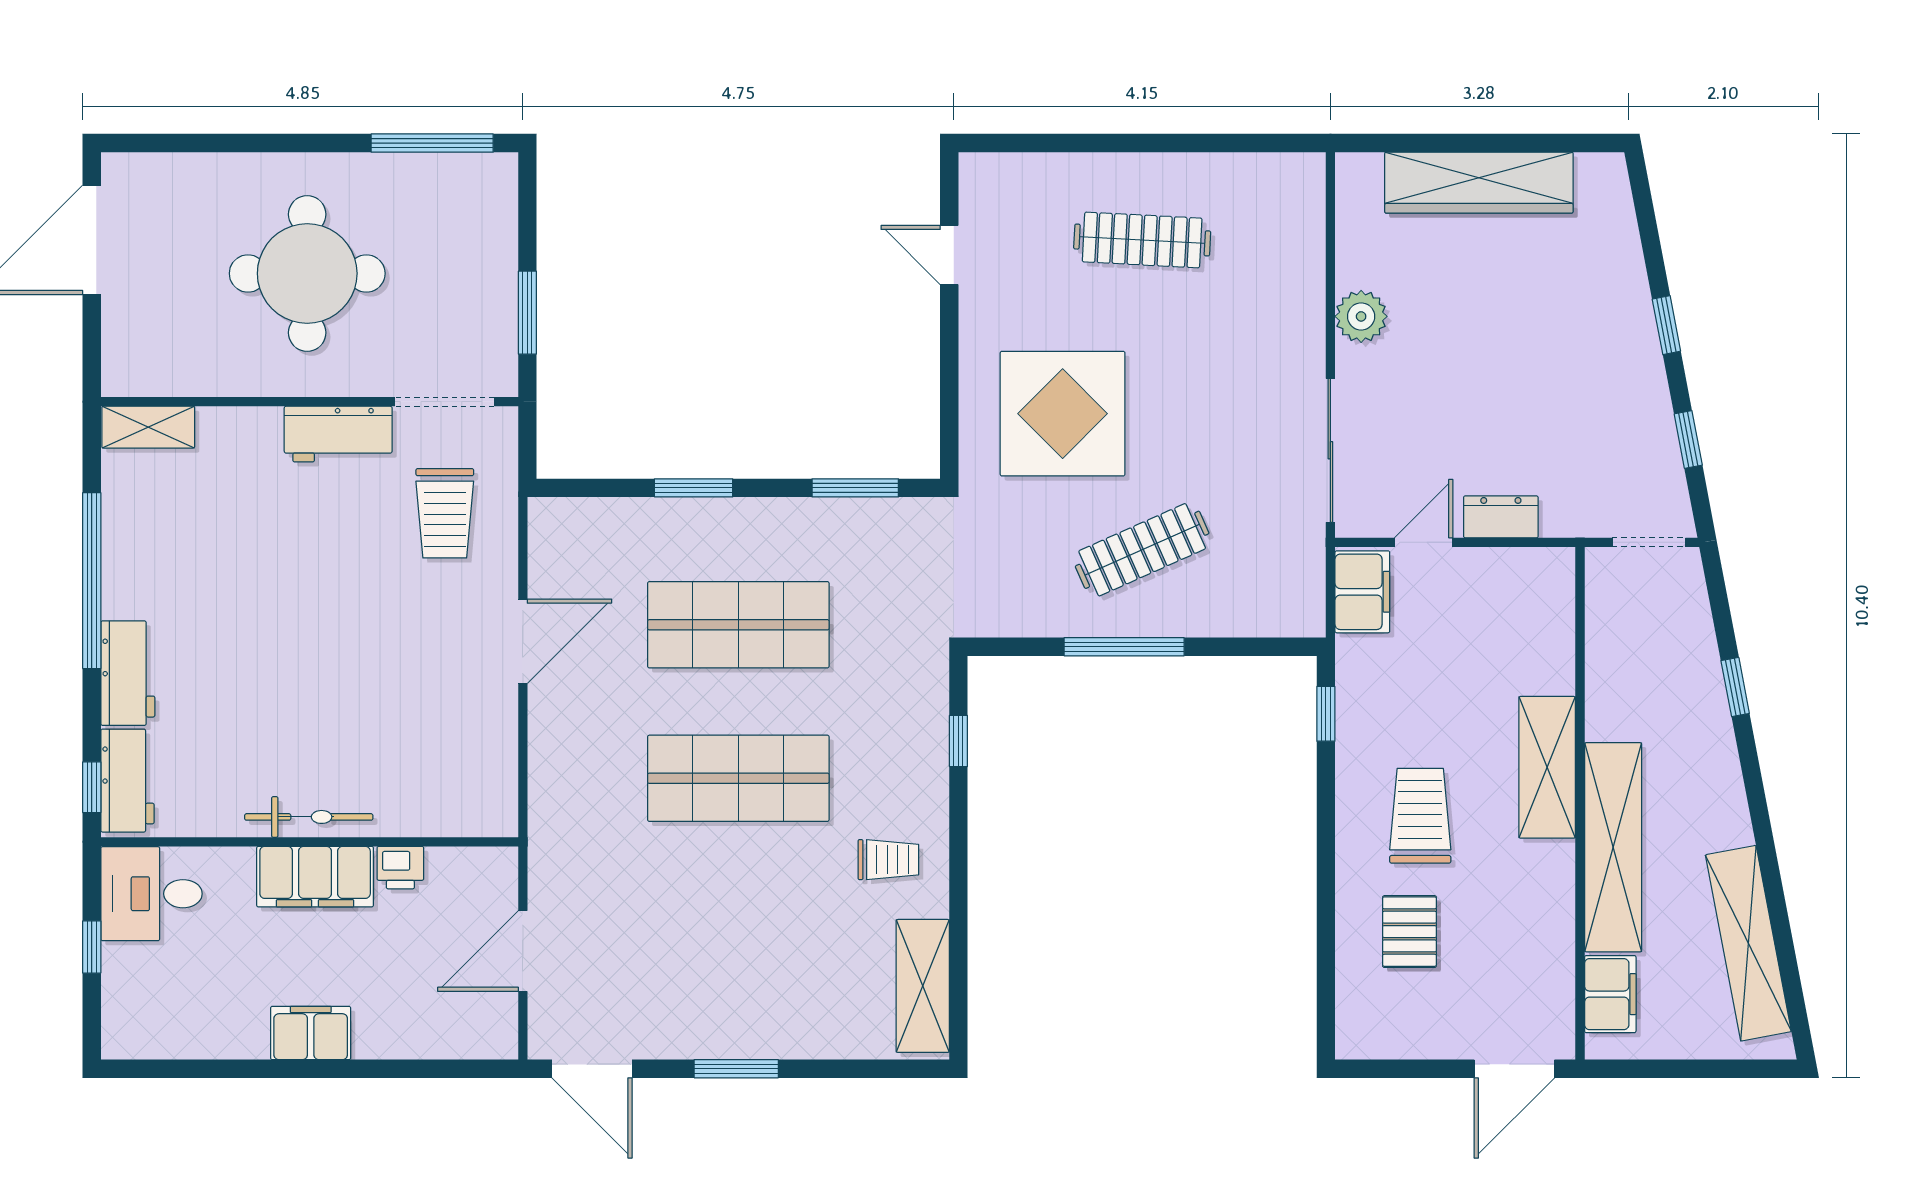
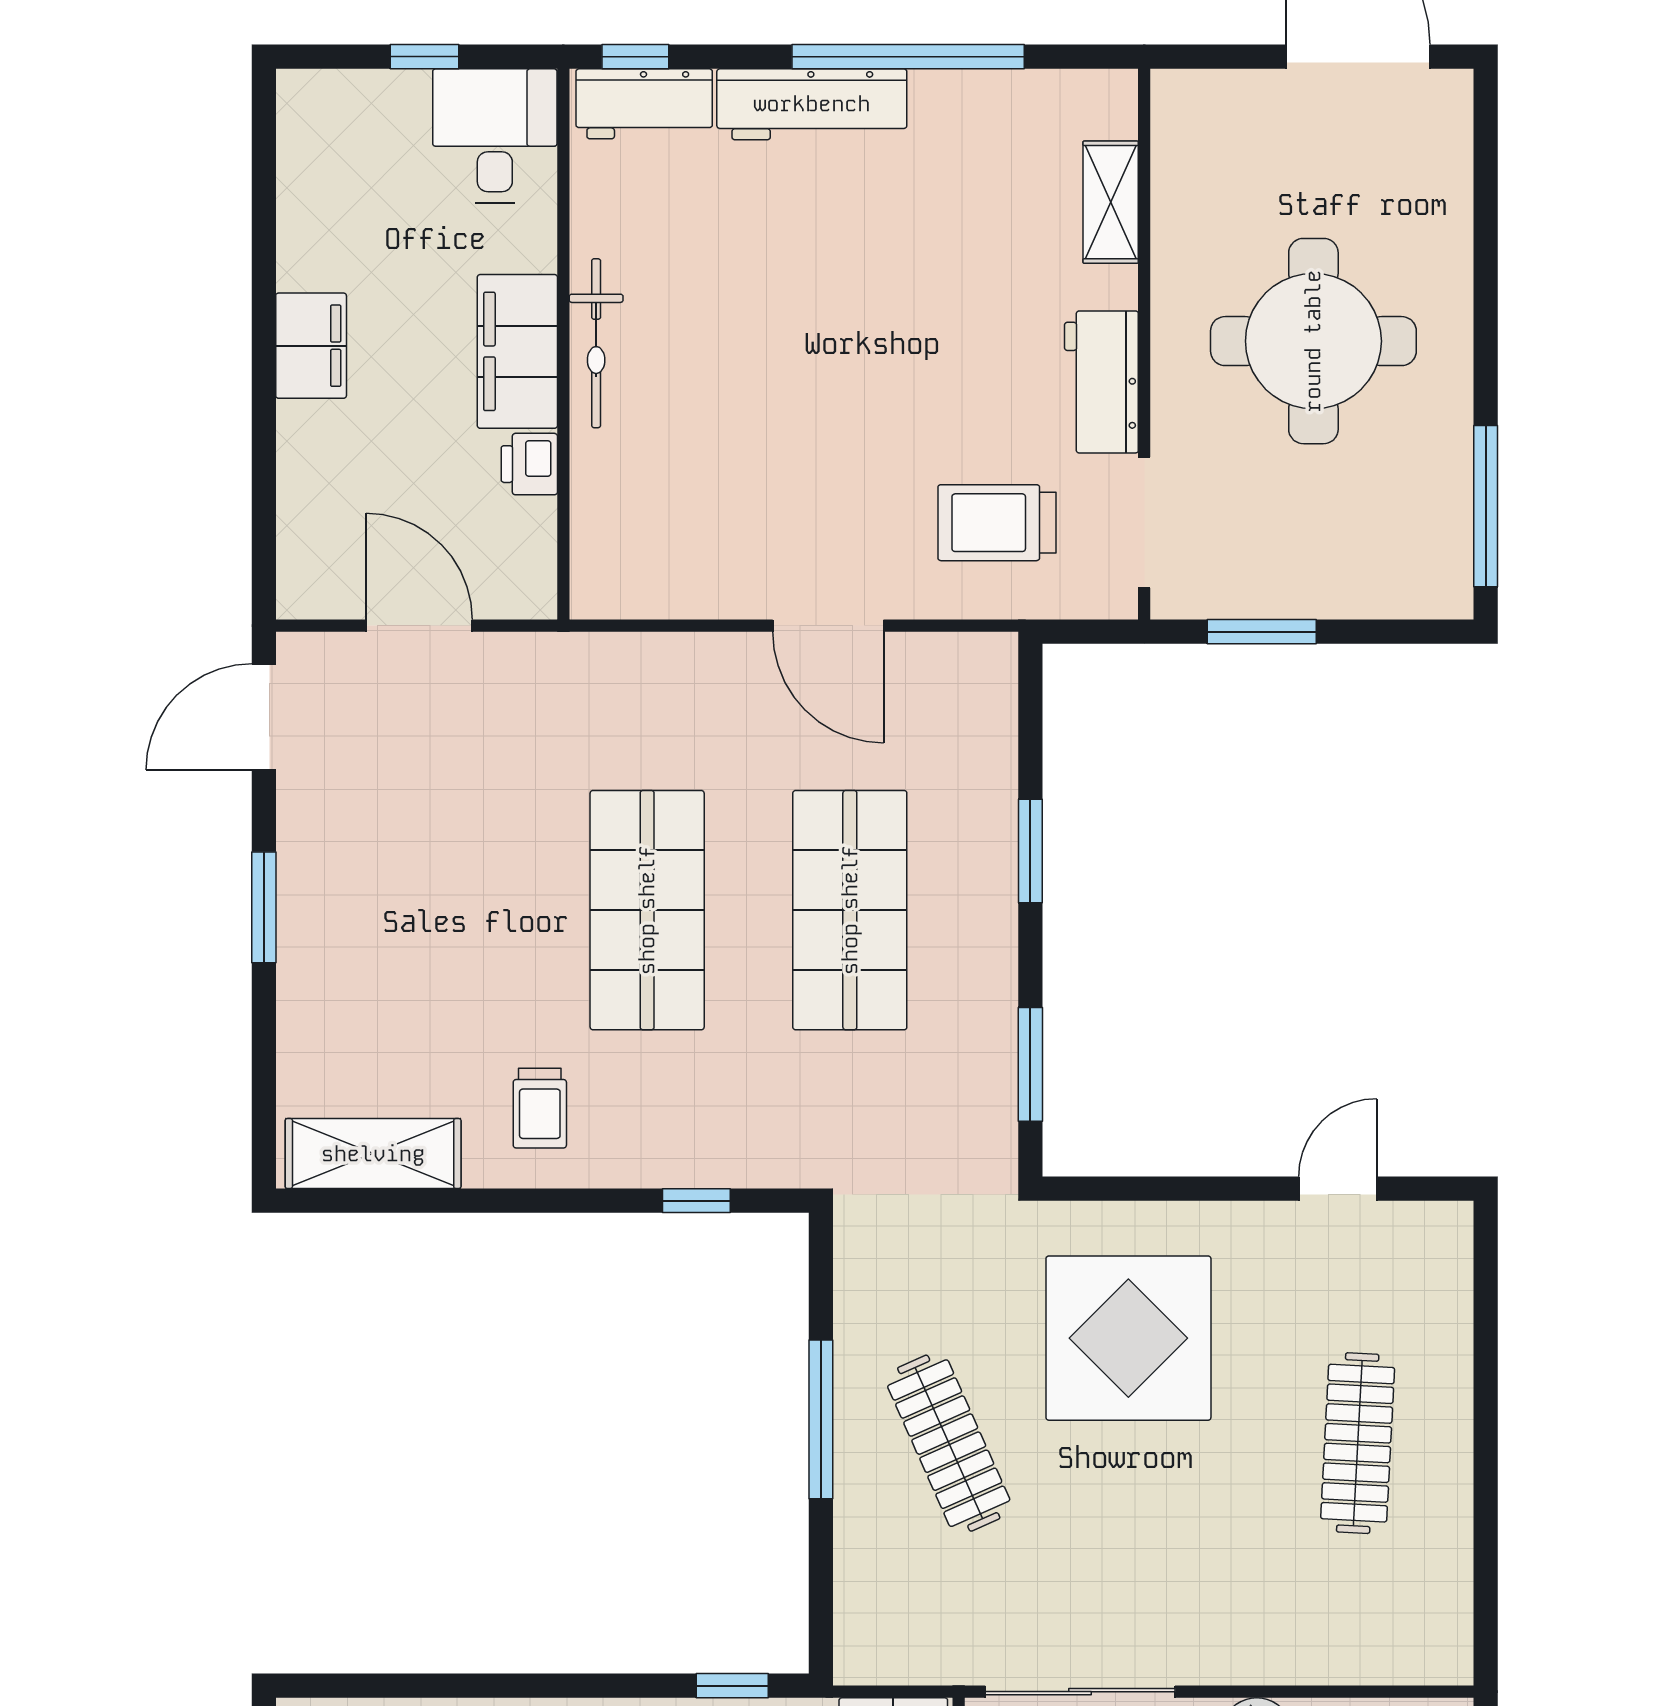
shelving: (148, 427) -> (1111, 202), moved
workbench: (128, 673) -> (812, 104), width x1.38

